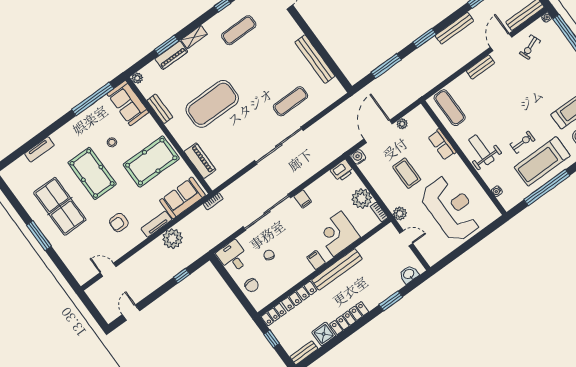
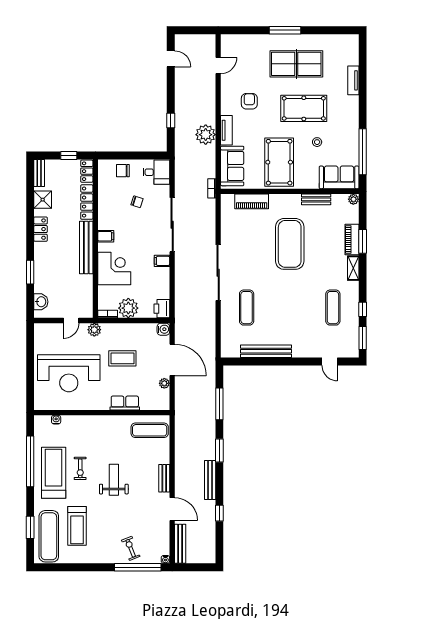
exercise bike: (530, 47) -> (131, 548), moved
weight bench: (481, 150) -> (114, 480), moved, turned -90
locker: (349, 318) -> (41, 229), width x0.66

